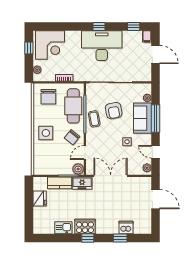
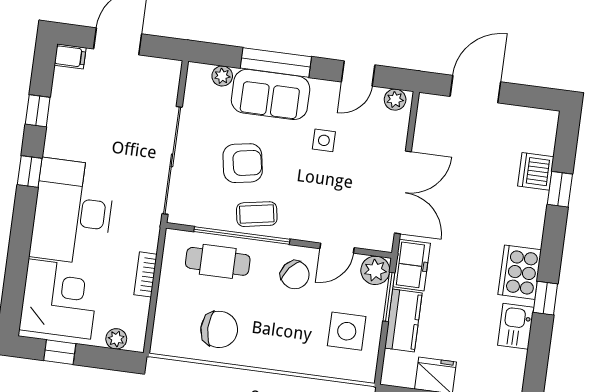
window: (134, 26) -> (38, 111), moved
desk: (102, 46) -> (73, 212), moved
chair: (48, 97) -> (219, 329), moved
cafe table: (73, 106) -> (218, 261), width x0.73, depth x0.74
side table: (46, 133) -> (347, 331), moved
door: (85, 153) -> (337, 248), hinge flipped
double door: (111, 176) -> (403, 192), swing flipped
window: (88, 238) -> (545, 298), moved

